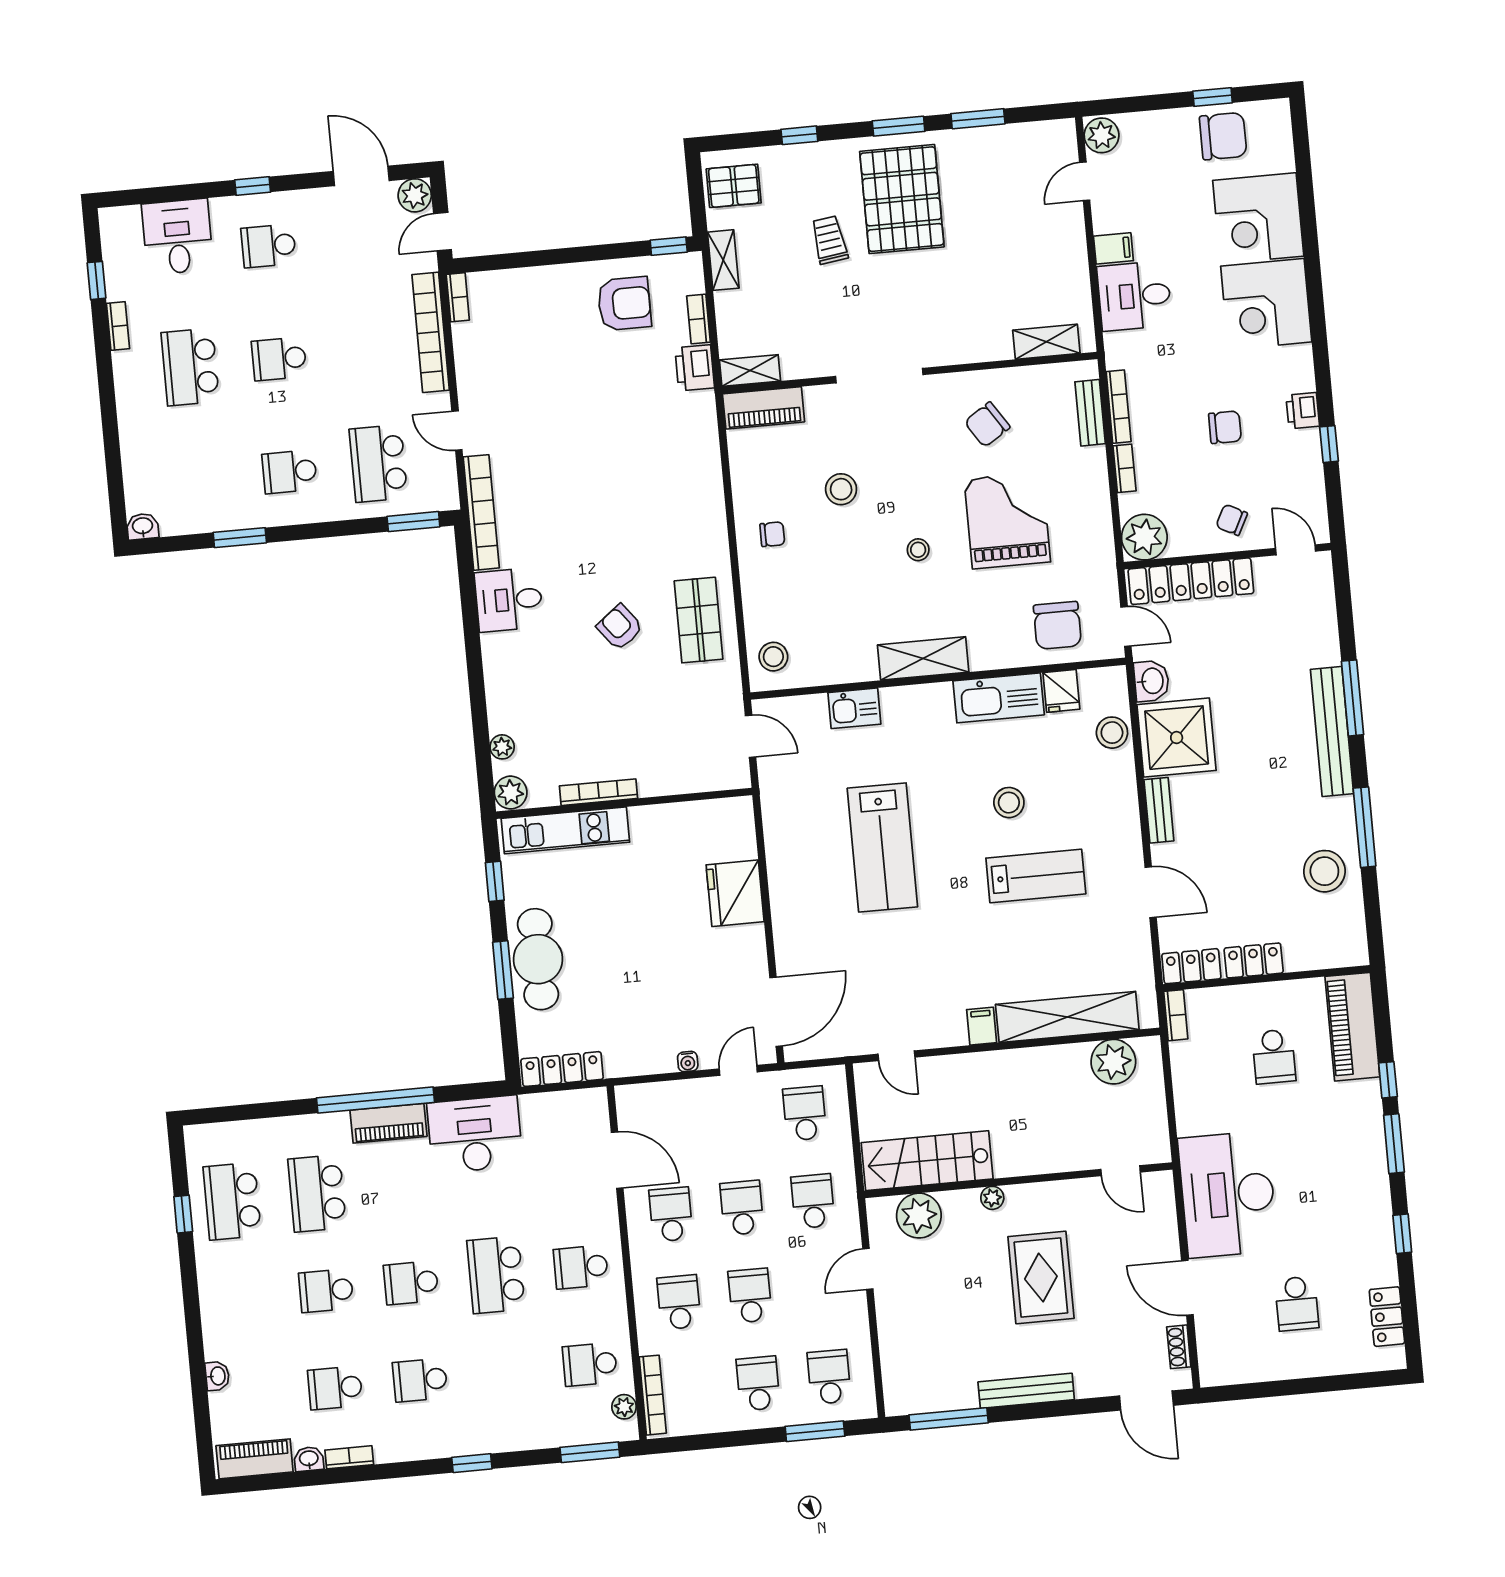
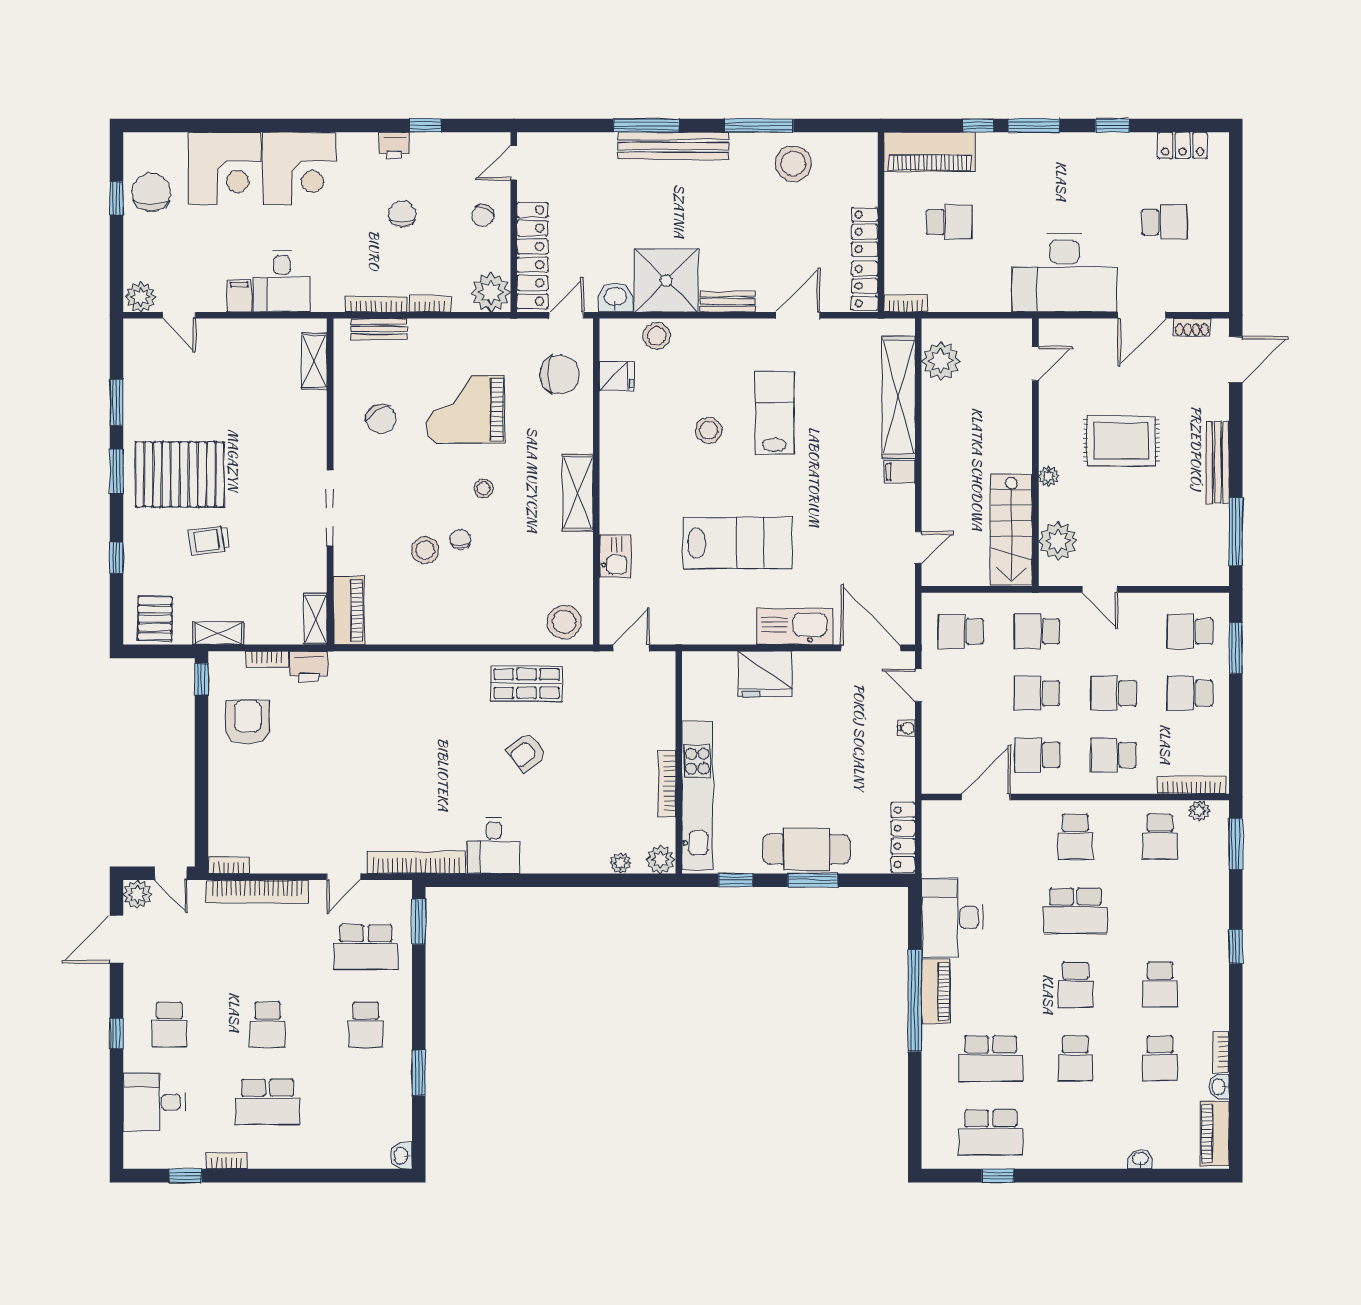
chair: (772, 534) -> (460, 539), moved
stool: (773, 657) -> (564, 622), width x1.38, depth x1.38
kitchen sink: (999, 698) -> (795, 626), moved, turned -90
kitchen unit: (565, 830) -> (697, 795), width x1.36

